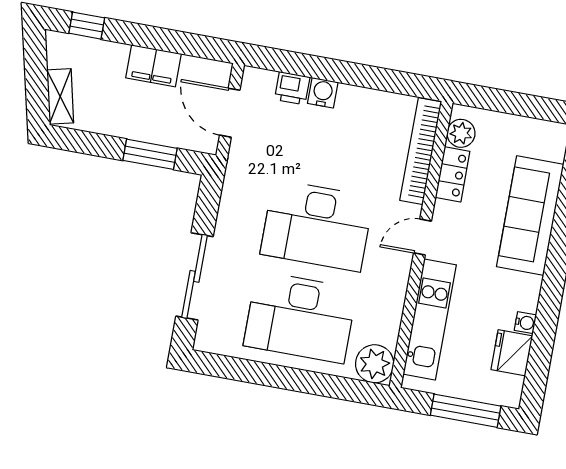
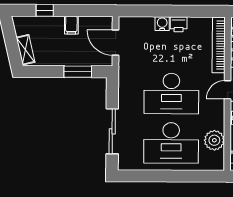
window: (87, 26) -> (45, 10), moved
filing cabinet: (153, 66) -> (71, 25), width x0.50
printer: (292, 88) -> (179, 24), moved
plant: (375, 364) -> (214, 140), moved

